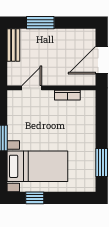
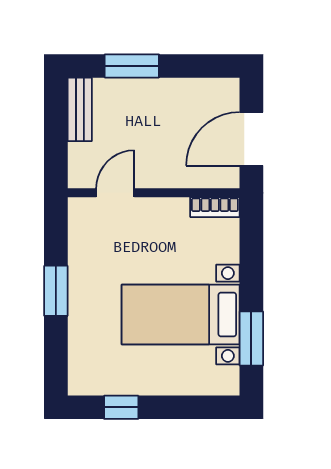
bookcase: (67, 95) -> (215, 207), moved
bed with nightstands: (37, 166) -> (181, 314), moved, turned 180

